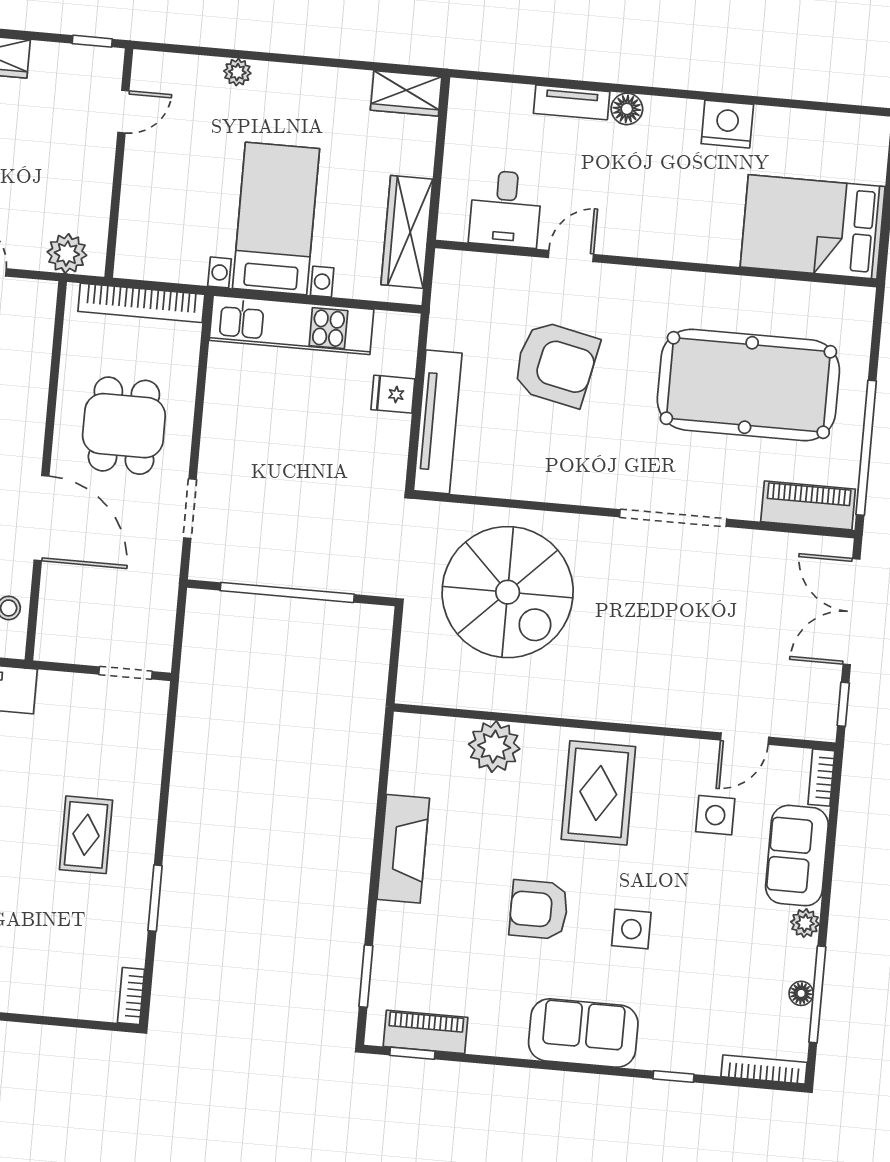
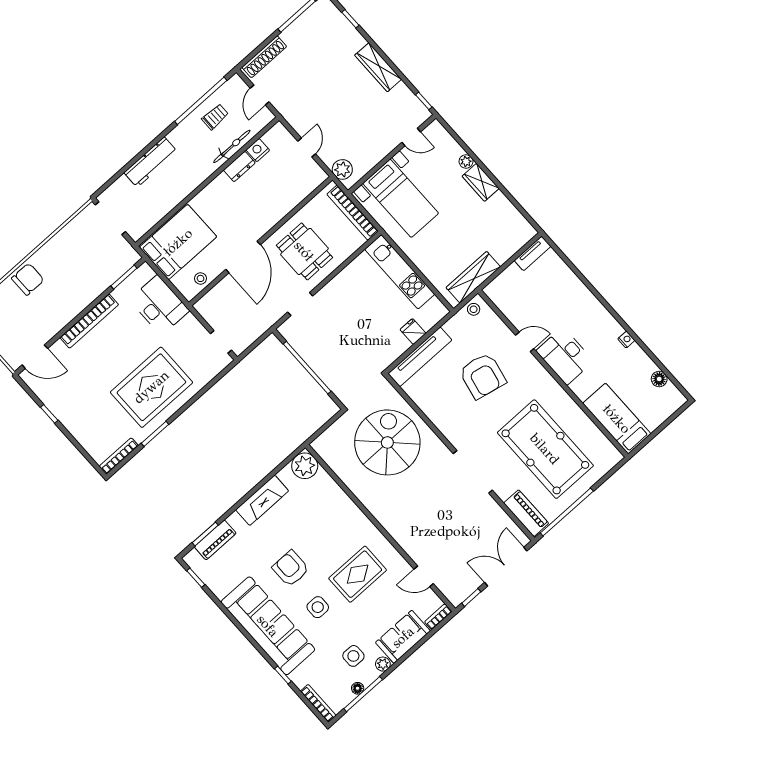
wardrobe: (406, 93) -> (481, 182), moved
tv unit: (572, 102) -> (533, 253), moved, turned -90
floor lamp: (627, 109) -> (659, 379), moved
nightstand: (727, 124) -> (626, 340), width x0.53, depth x0.56
desk: (506, 209) -> (565, 356), moved, width x1.37
bed with nightstands: (276, 219) -> (401, 198), moved, turned 90
bed: (813, 227) -> (617, 419), width x0.67
stool: (451, 279) -> (474, 309), added
dining table: (124, 426) -> (304, 251), turned 90
spiral stairs: (508, 592) -> (387, 442), turned 180
plant: (494, 747) -> (305, 466), moved
rug: (598, 793) -> (358, 574), moved
side table: (715, 815) -> (353, 656), moved
rug: (86, 835) -> (151, 387), width x1.86, depth x2.06
bookcase: (131, 996) -> (119, 456), width x1.56
piano: (425, 1032) -> (215, 540), moved, turned 90
sofa: (583, 1033) -> (268, 626), width x1.85, depth x1.27

